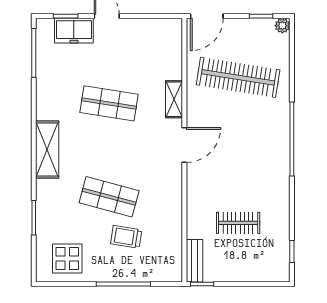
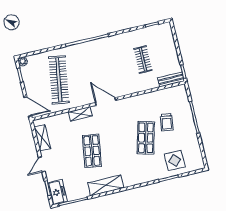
shelving: (150, 27) -> (42, 138), added
freezer: (74, 31) -> (57, 192), moved
shelving: (47, 149) -> (106, 185), moved
display table: (67, 258) -> (175, 161), moved

